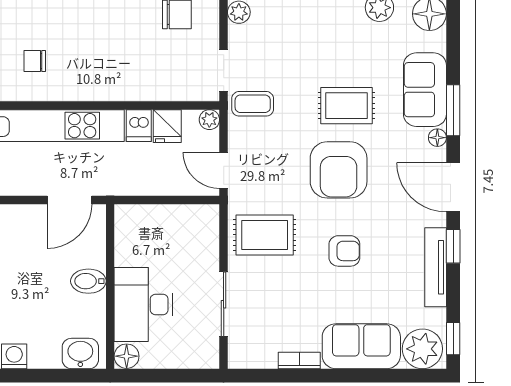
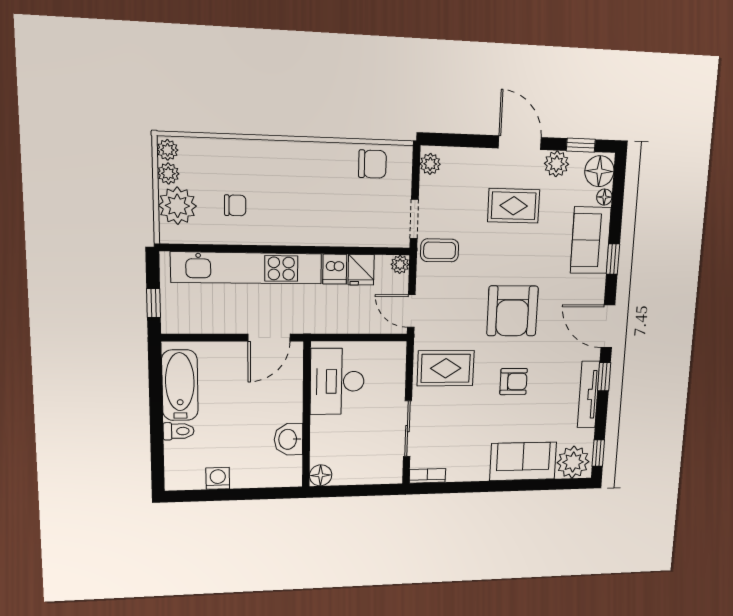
chair: (35, 61) -> (235, 205), turned 180
rug: (347, 106) -> (514, 206), moved
window: (453, 110) -> (613, 259), width x0.67
floor lamp: (437, 138) -> (604, 197), moved
bidet: (88, 281) -> (286, 411), removed
desk: (143, 304) -> (337, 381), moved
washbasin: (80, 353) -> (289, 439), moved, turned -90
bookcase: (299, 360) -> (427, 476), moved

